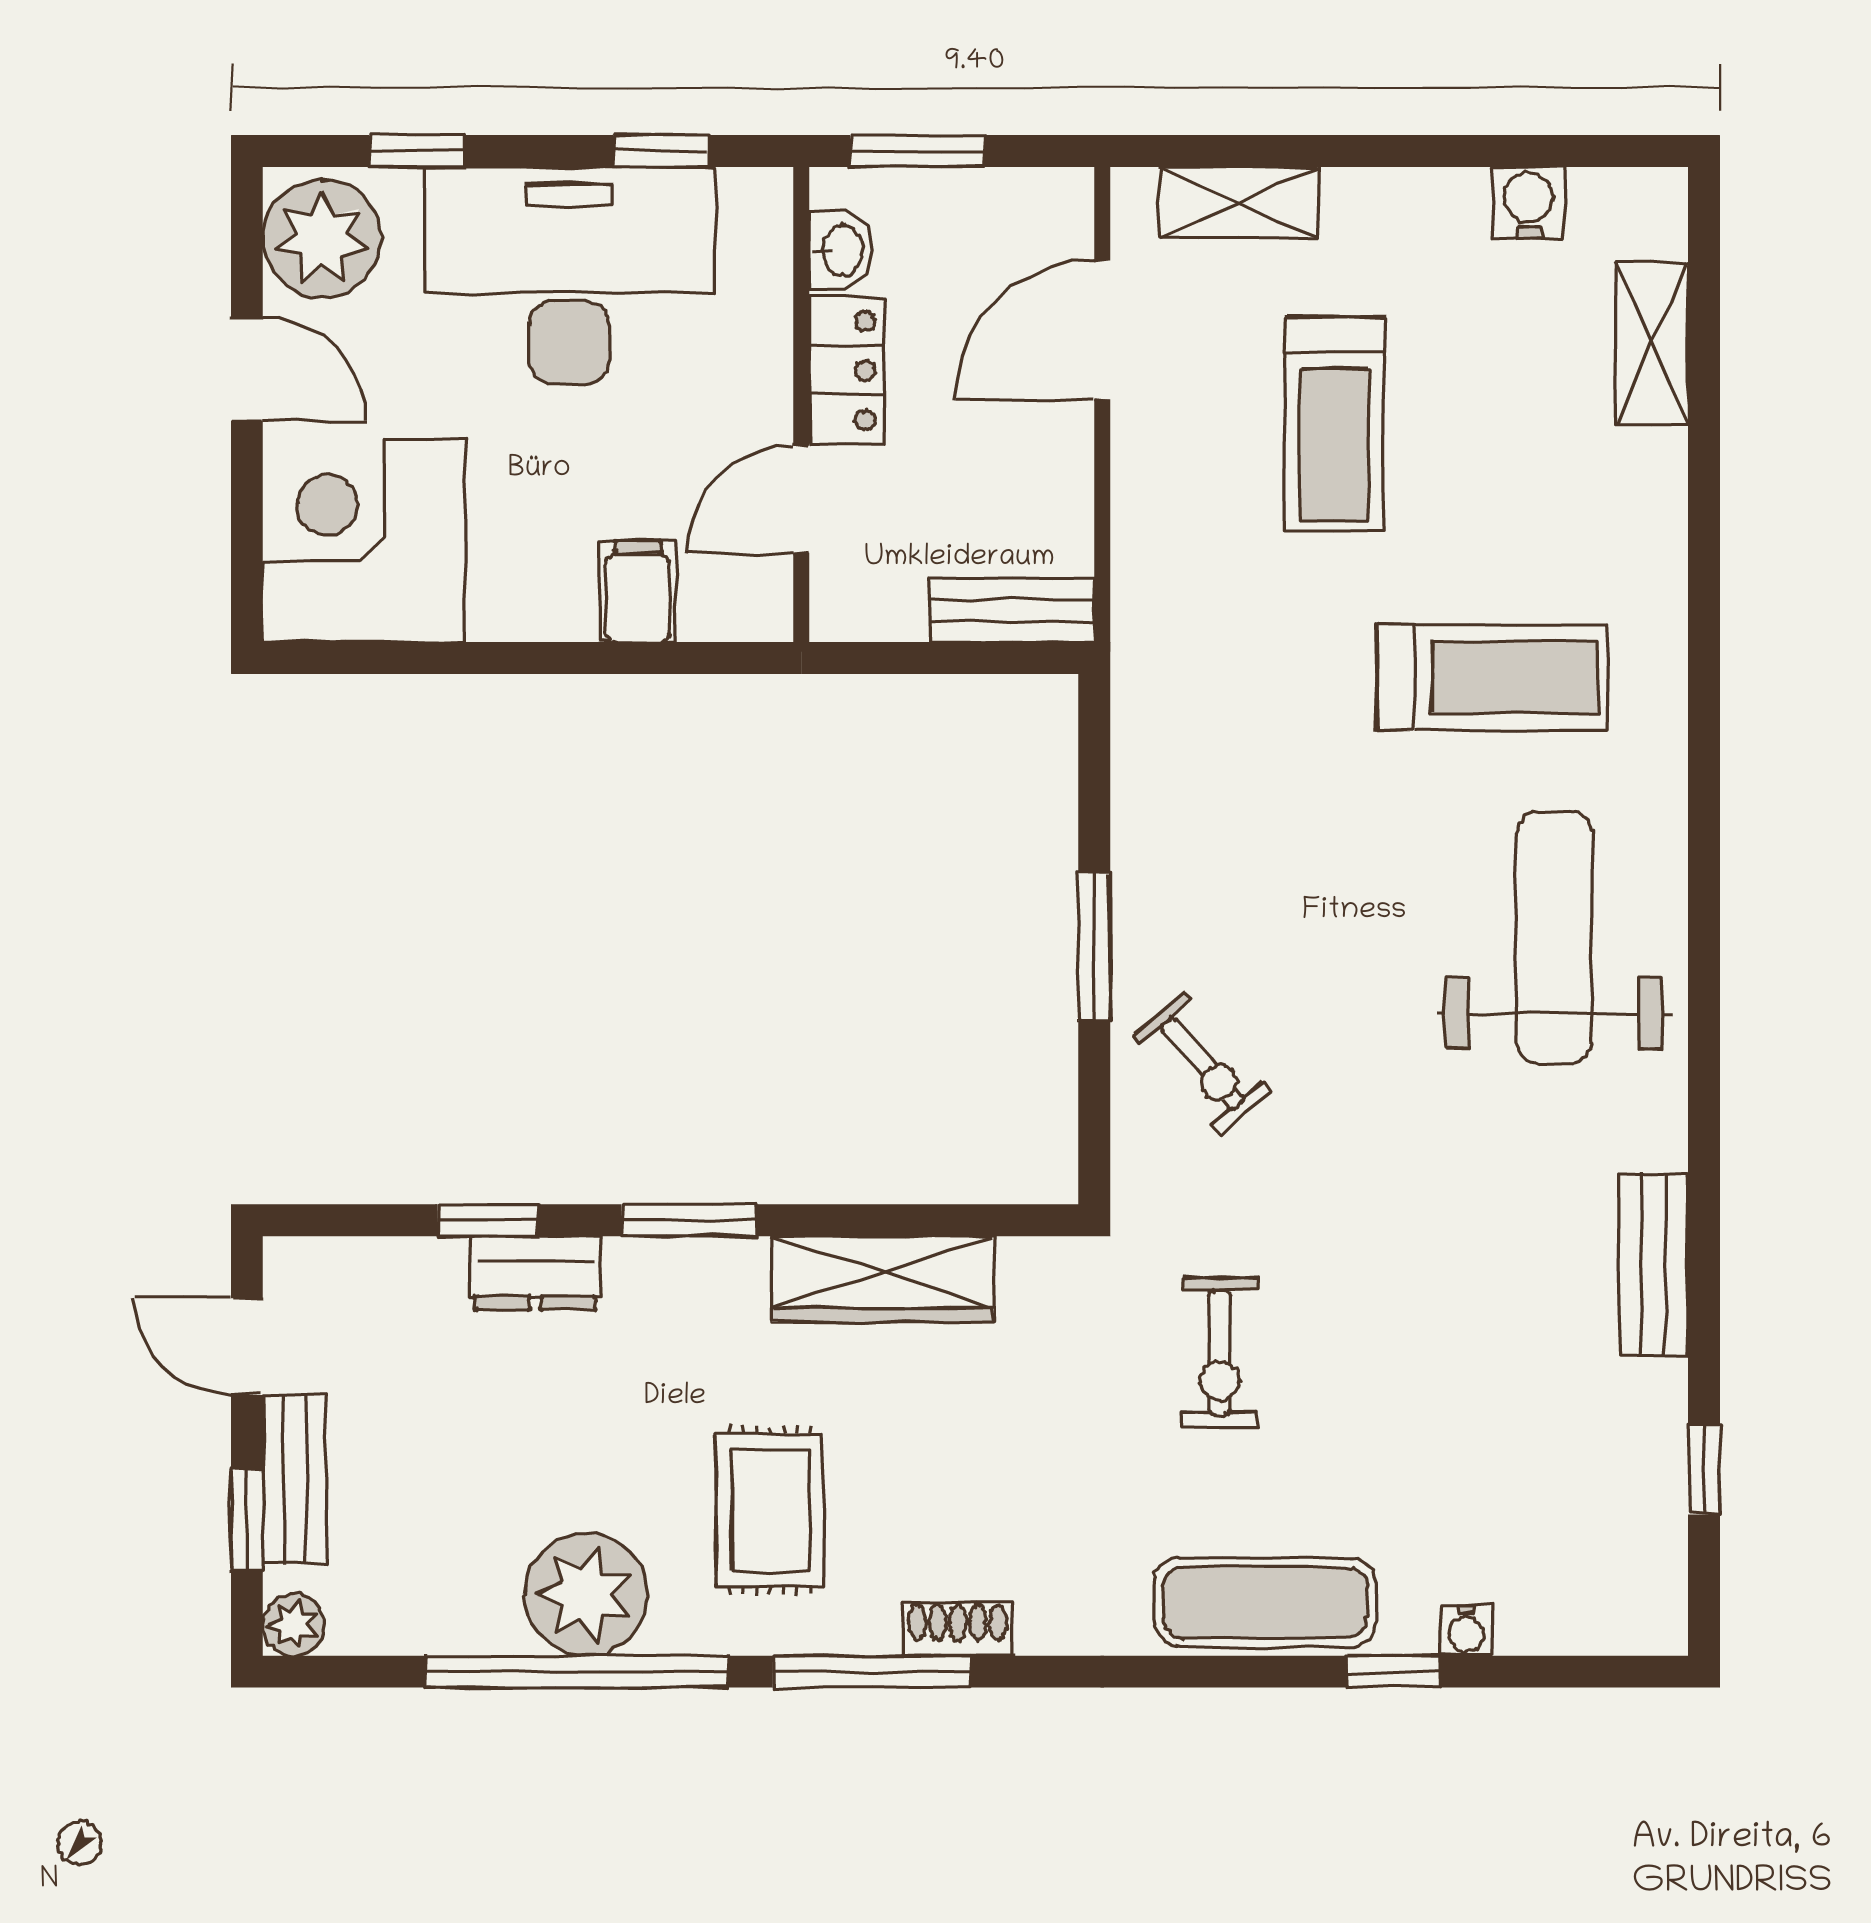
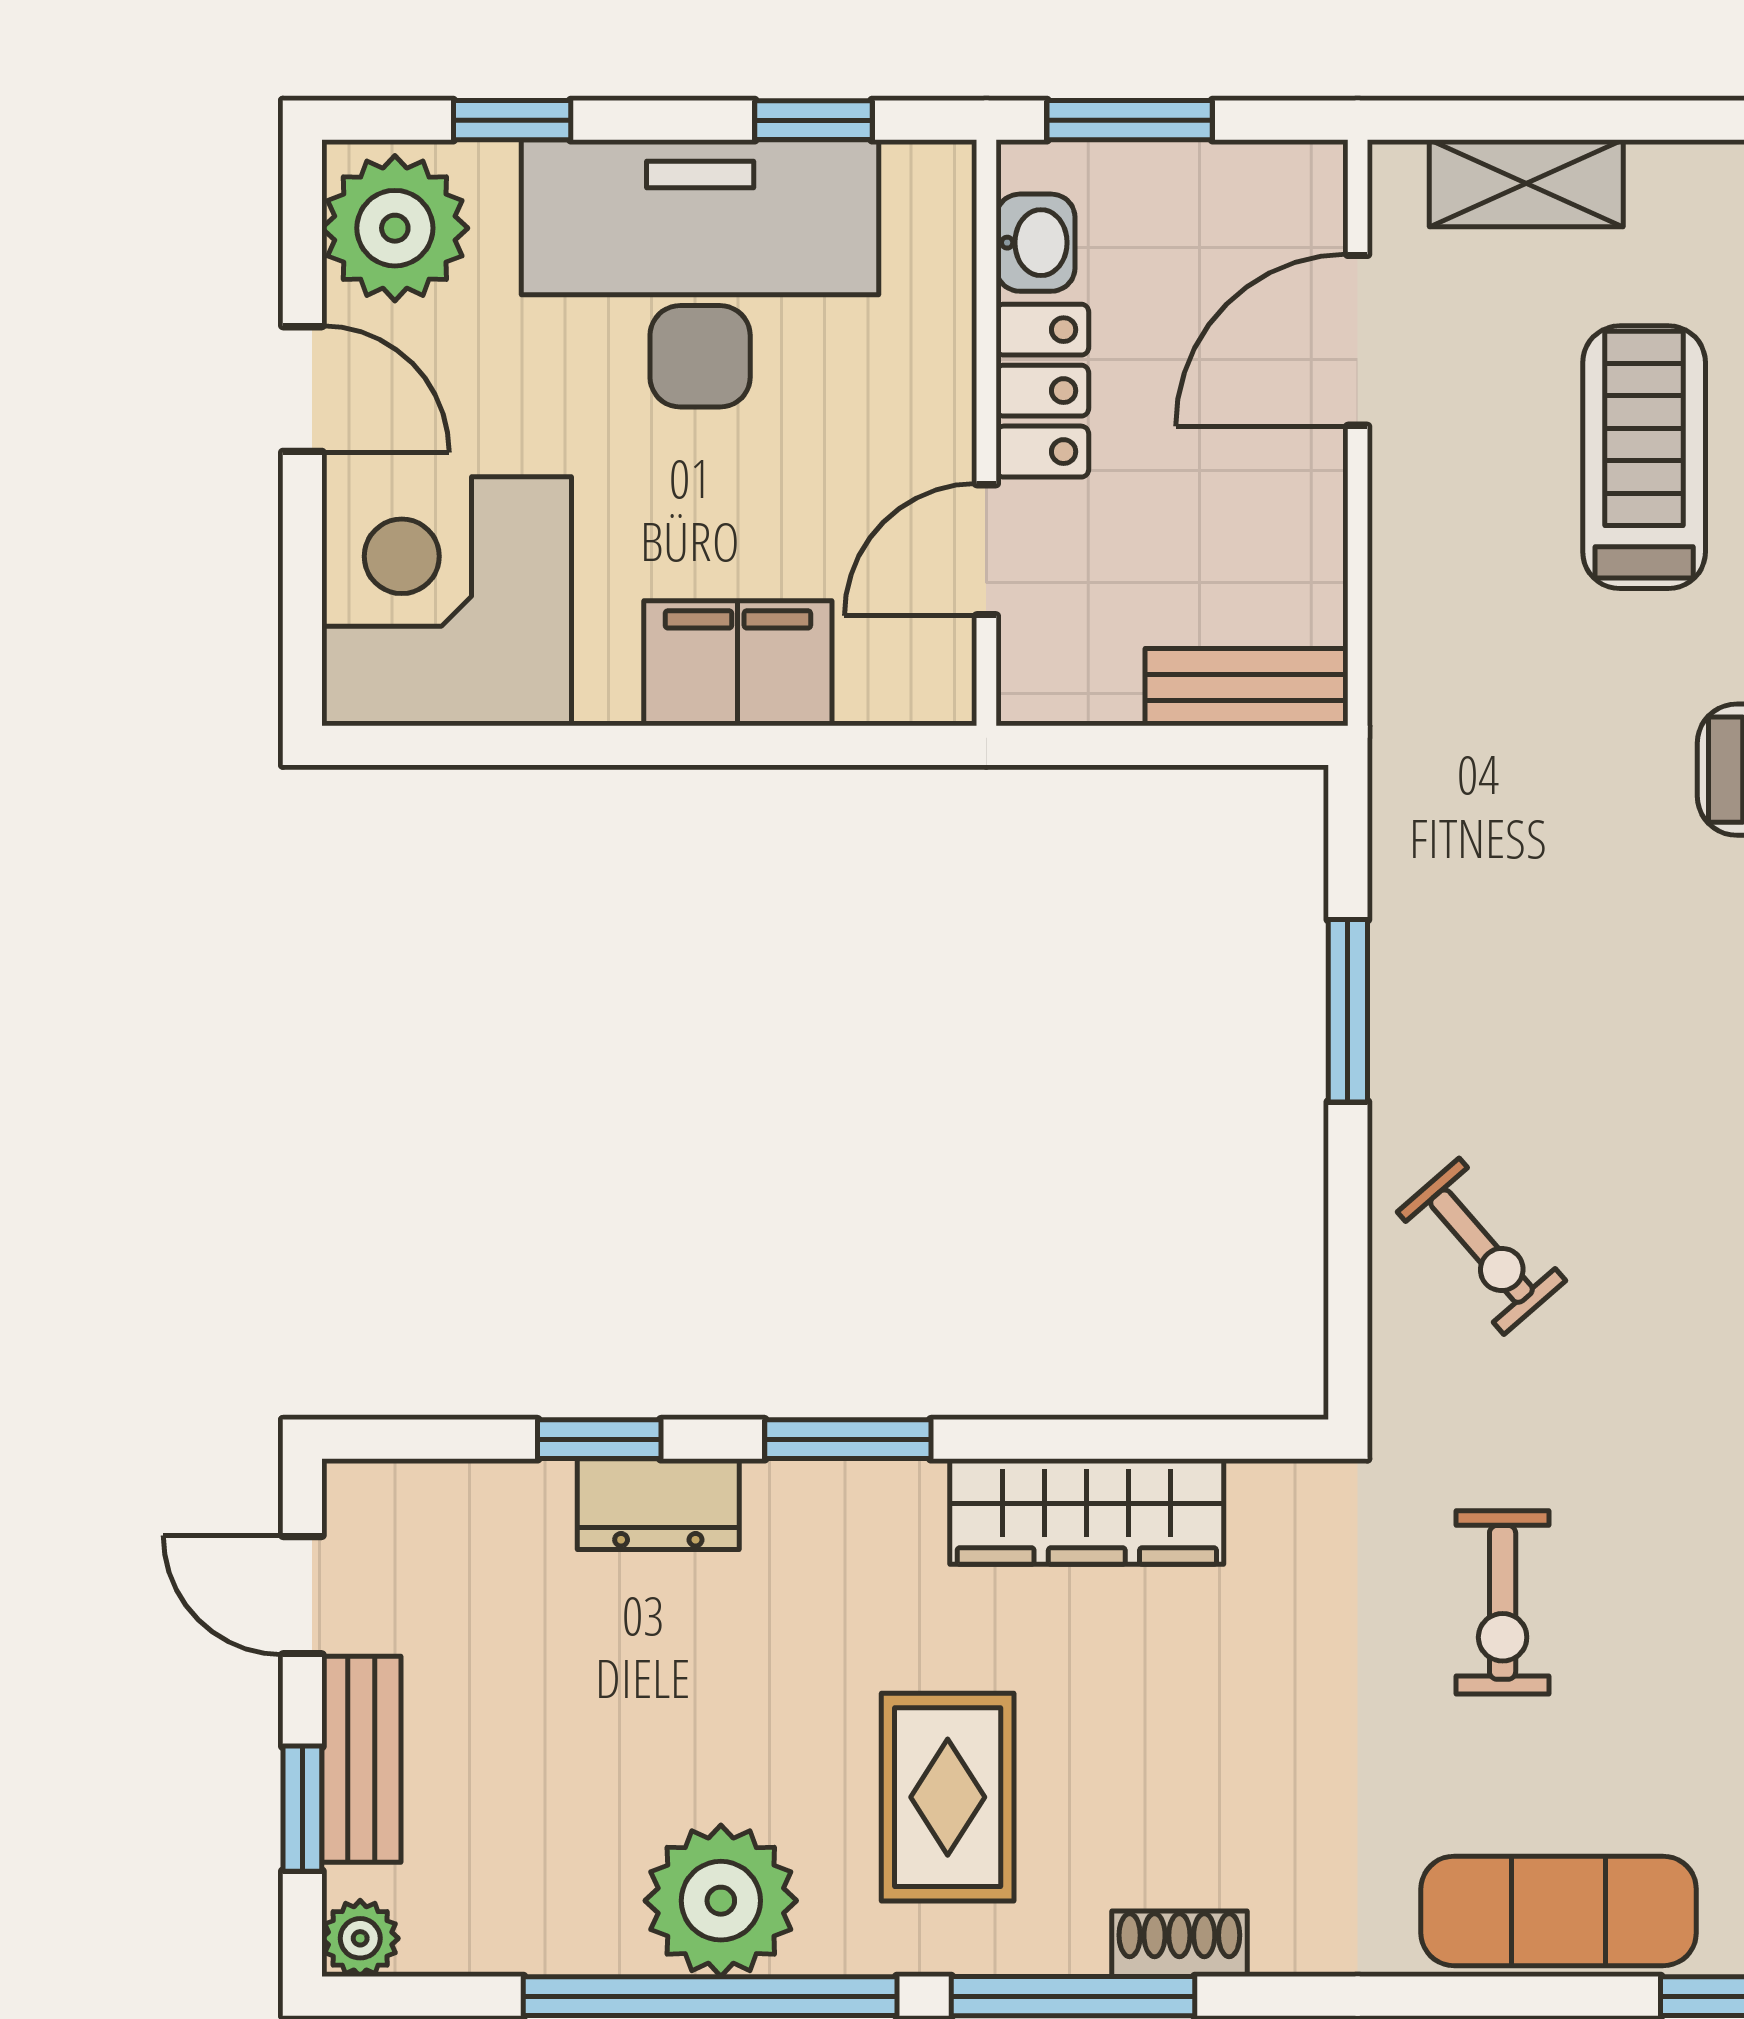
treadmill: (1334, 424) -> (1644, 457), turned 180
filing cabinet: (638, 591) -> (738, 663), width x2.00
window: (1094, 947) -> (1348, 1011), moved

